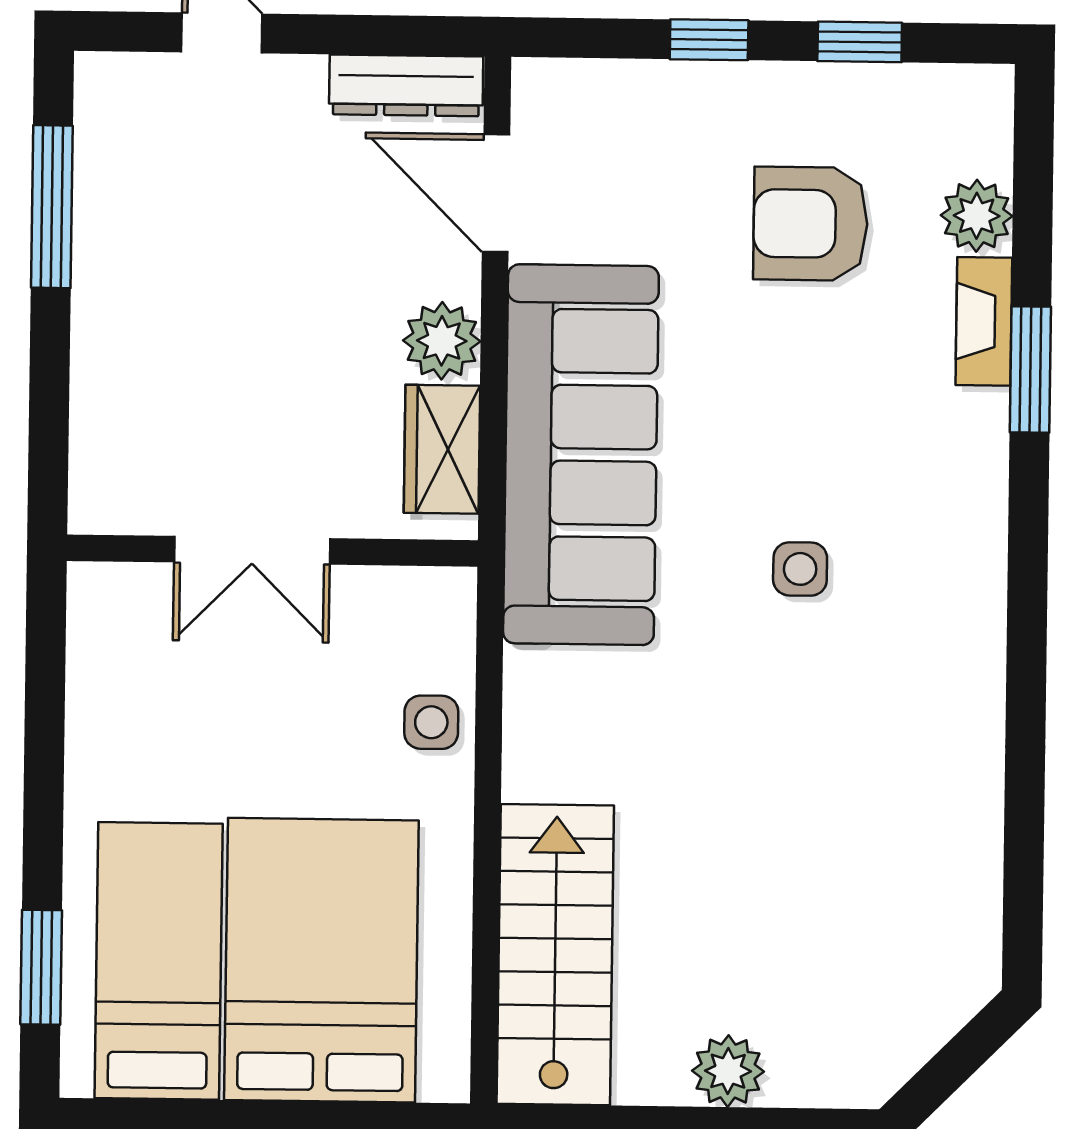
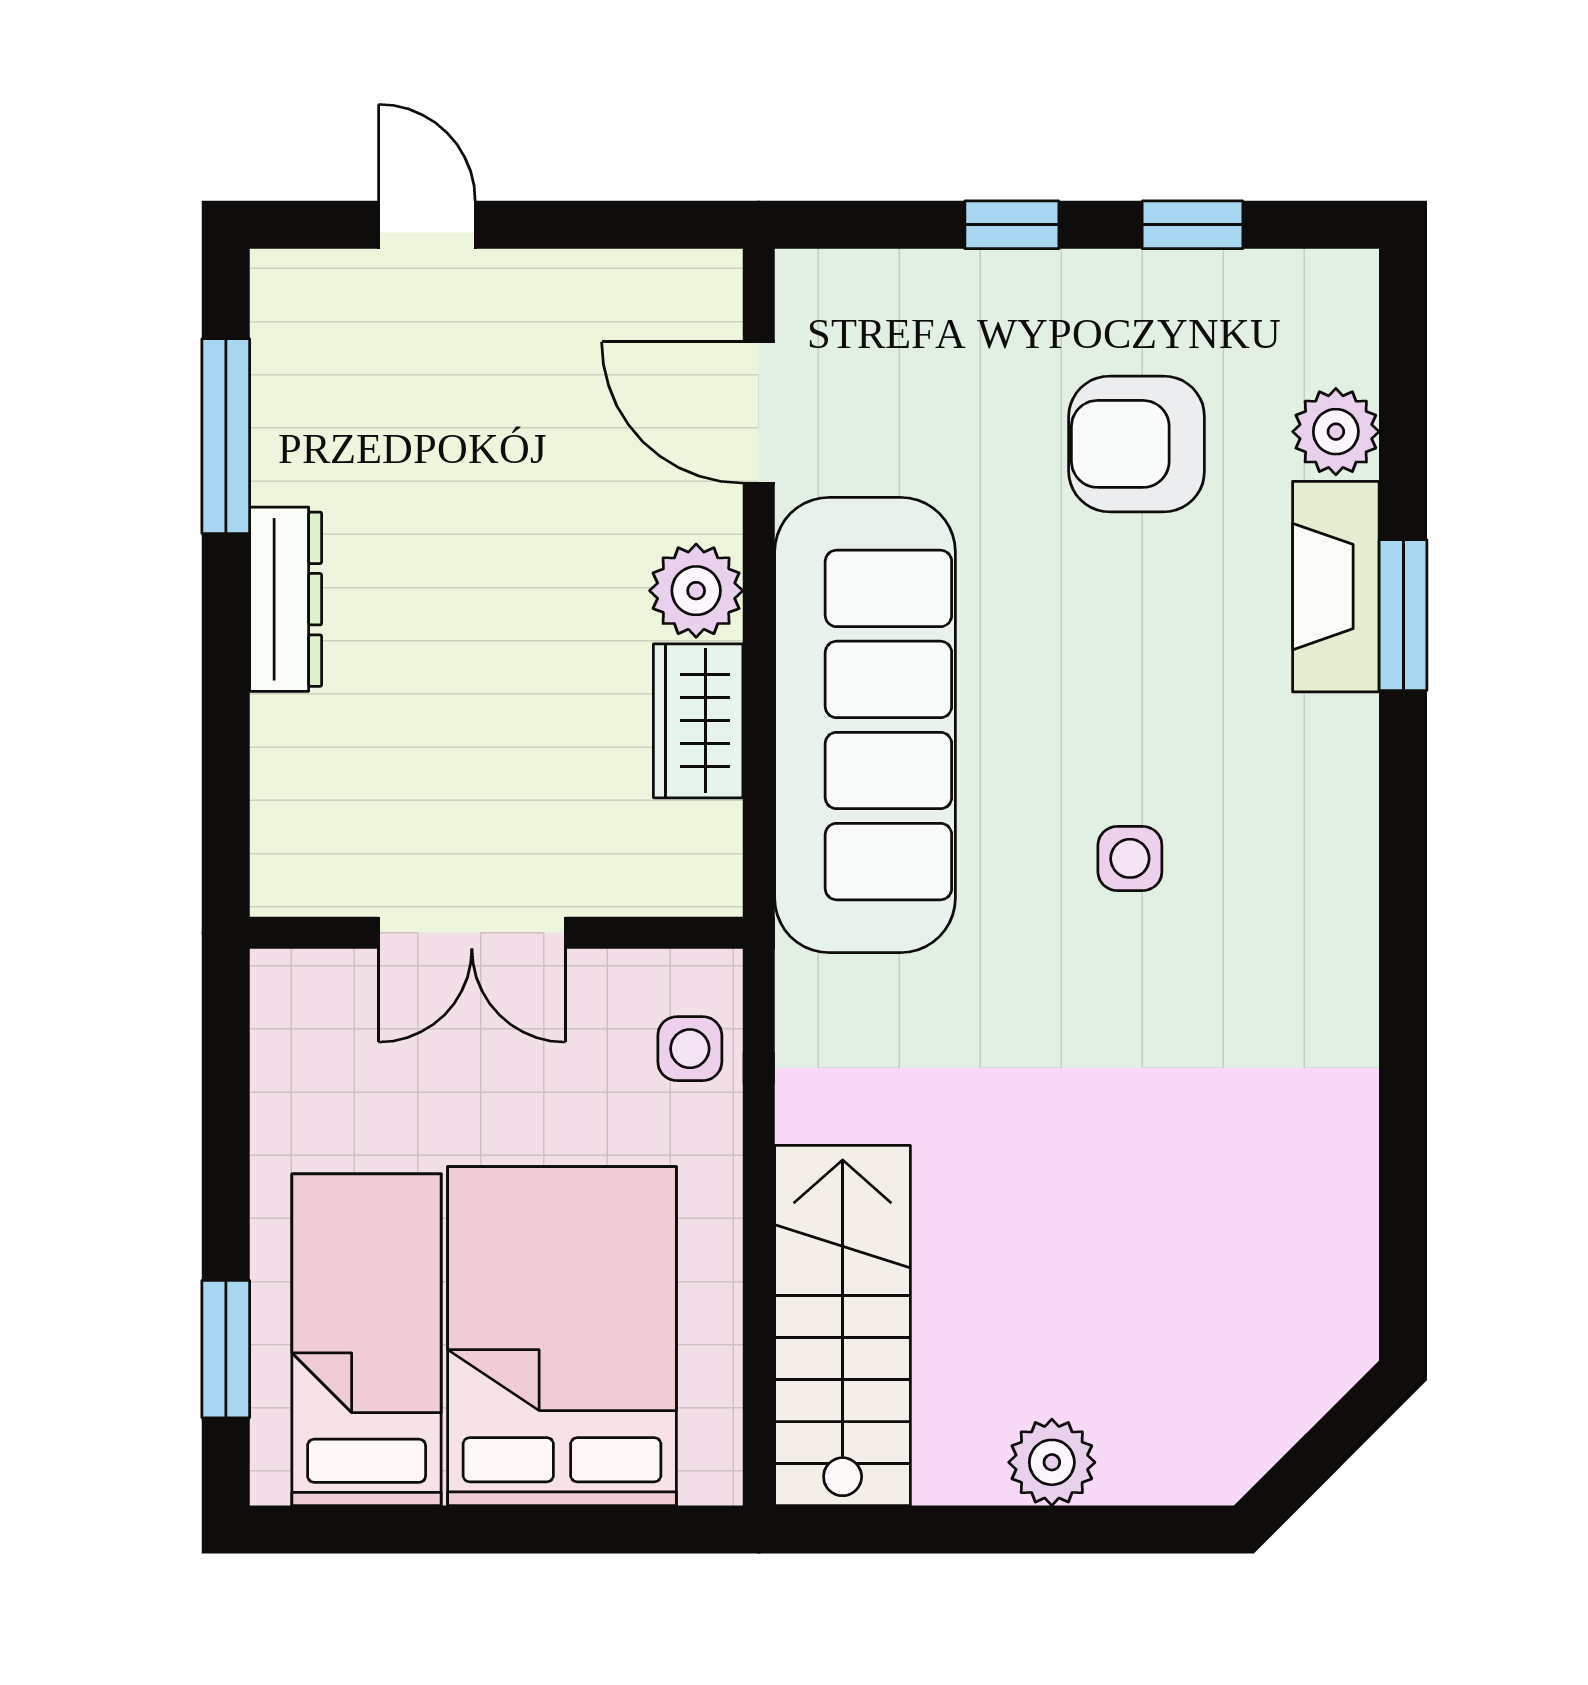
dresser: (406, 85) -> (286, 599), moved, turned -90
fireplace: (984, 321) -> (1336, 587), width x1.37, depth x1.32
double door: (252, 550) -> (472, 933), moved
wall: (272, 551) -> (496, 933), moved

